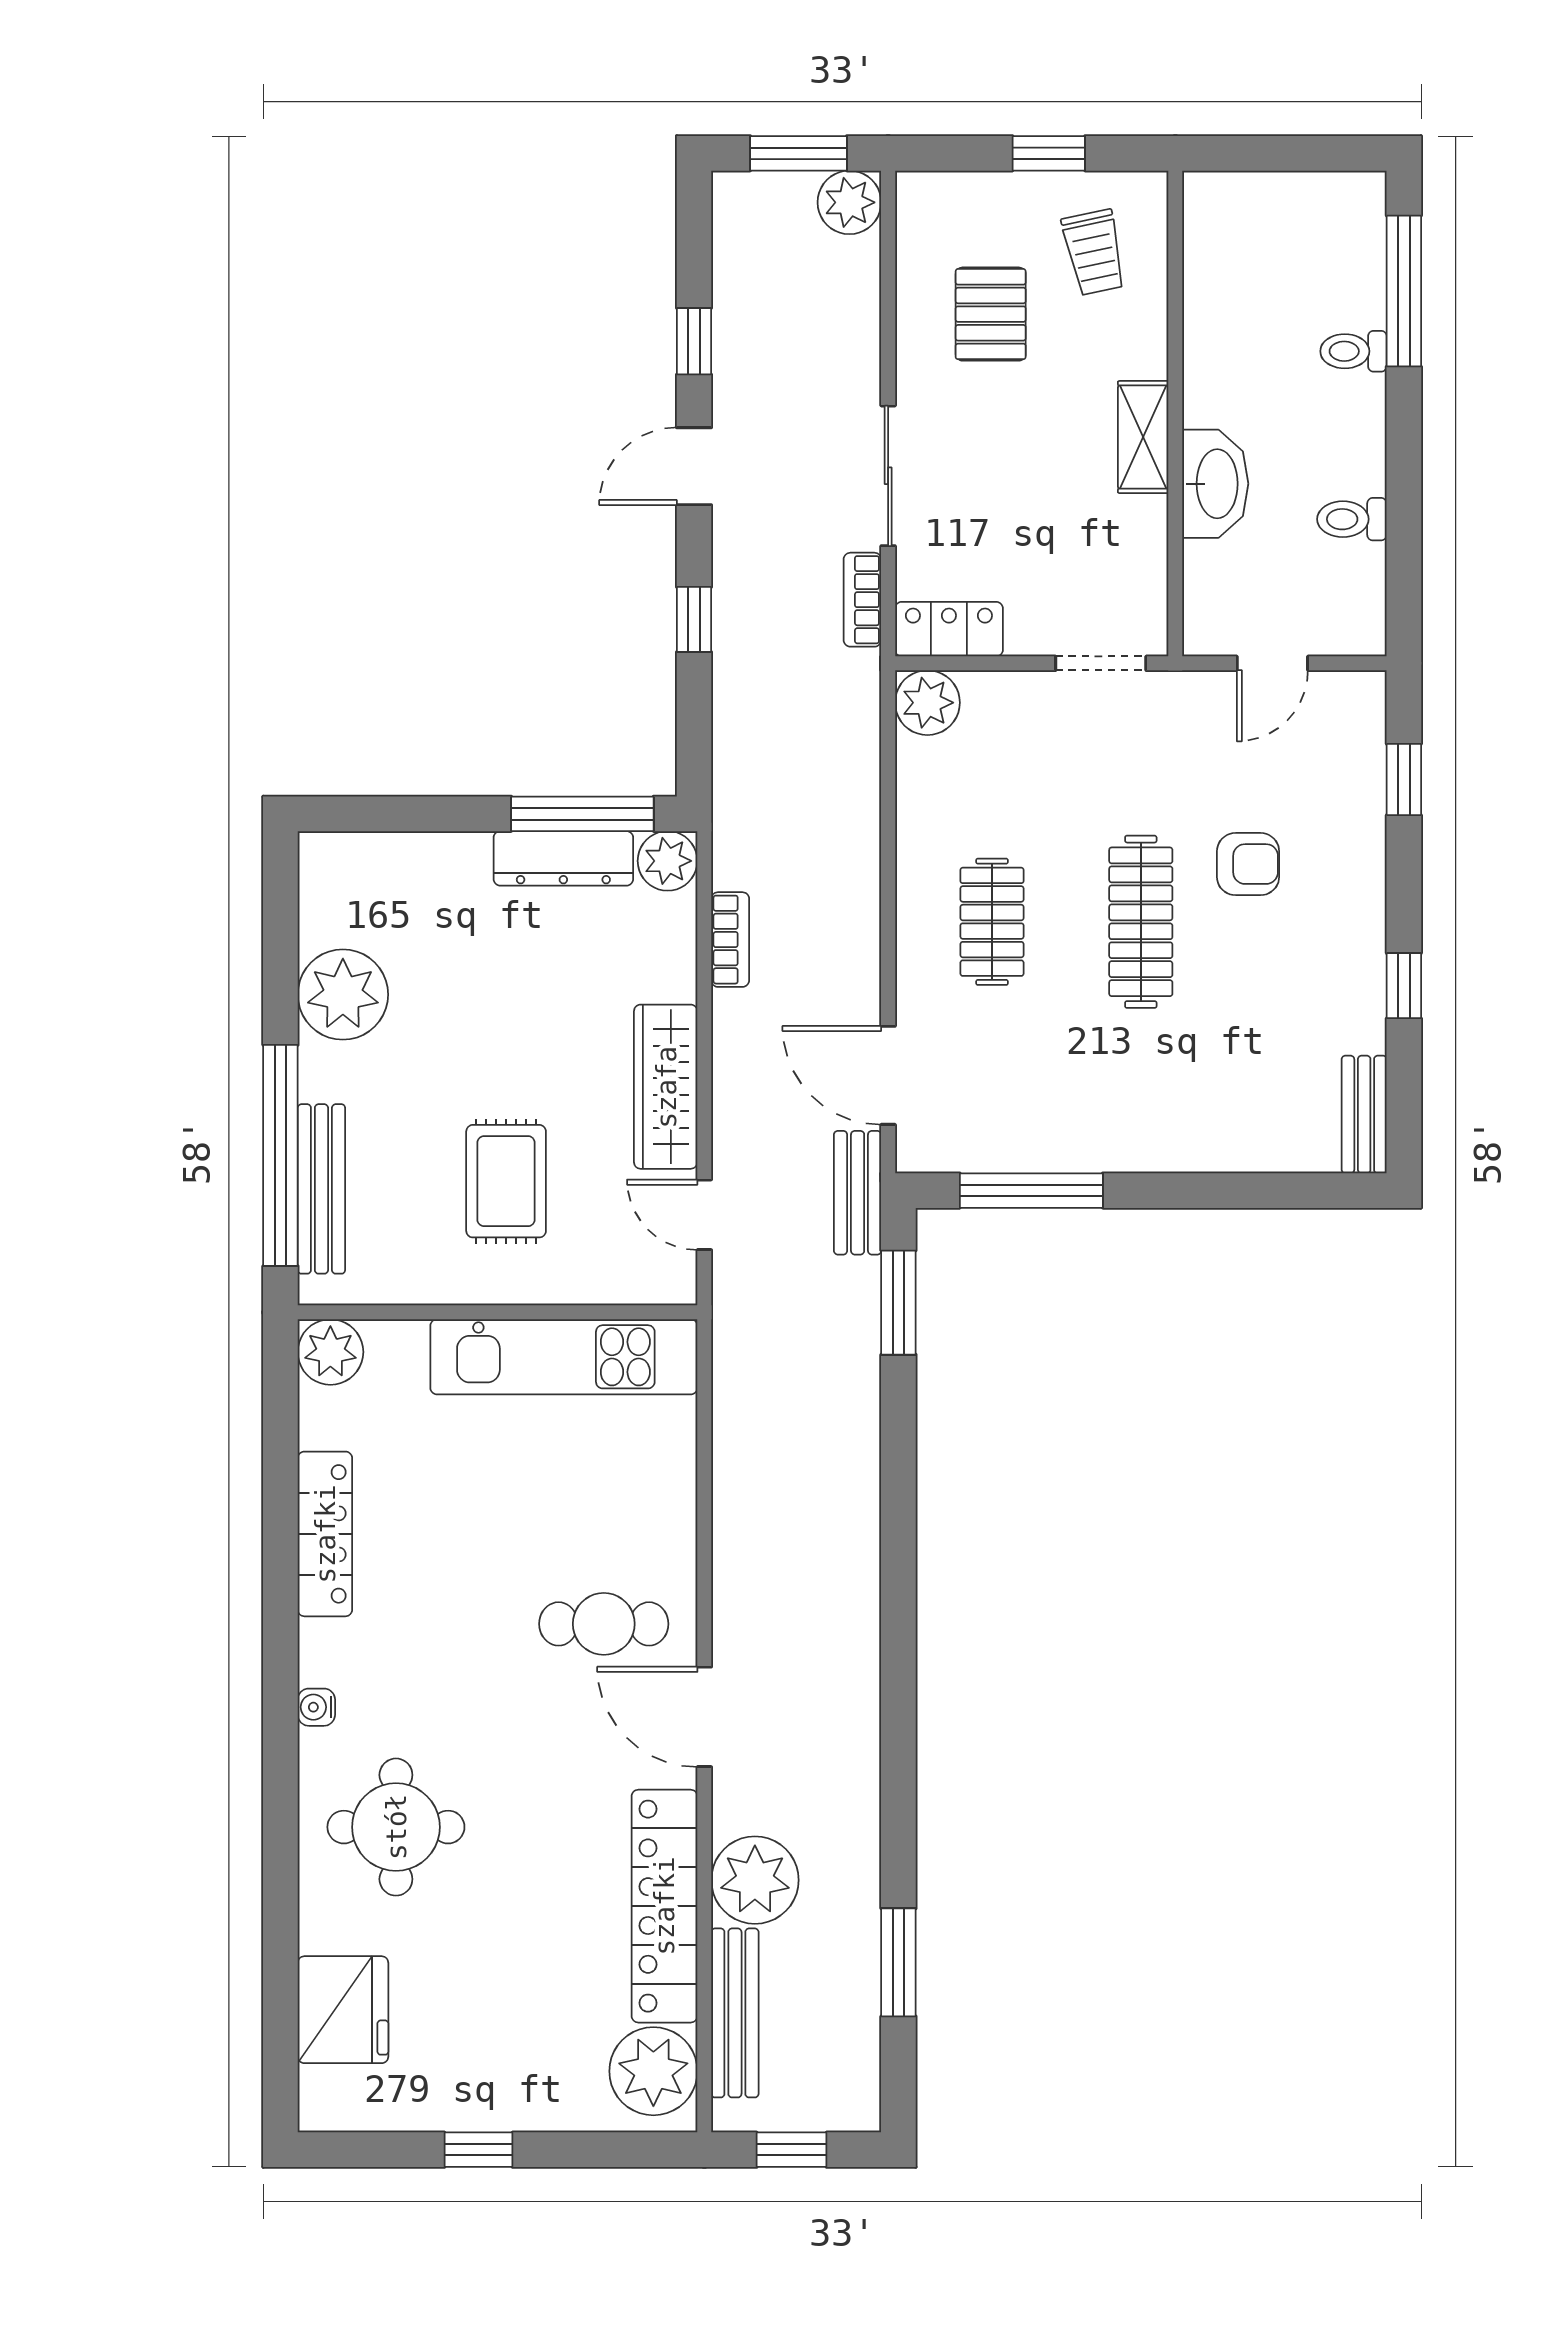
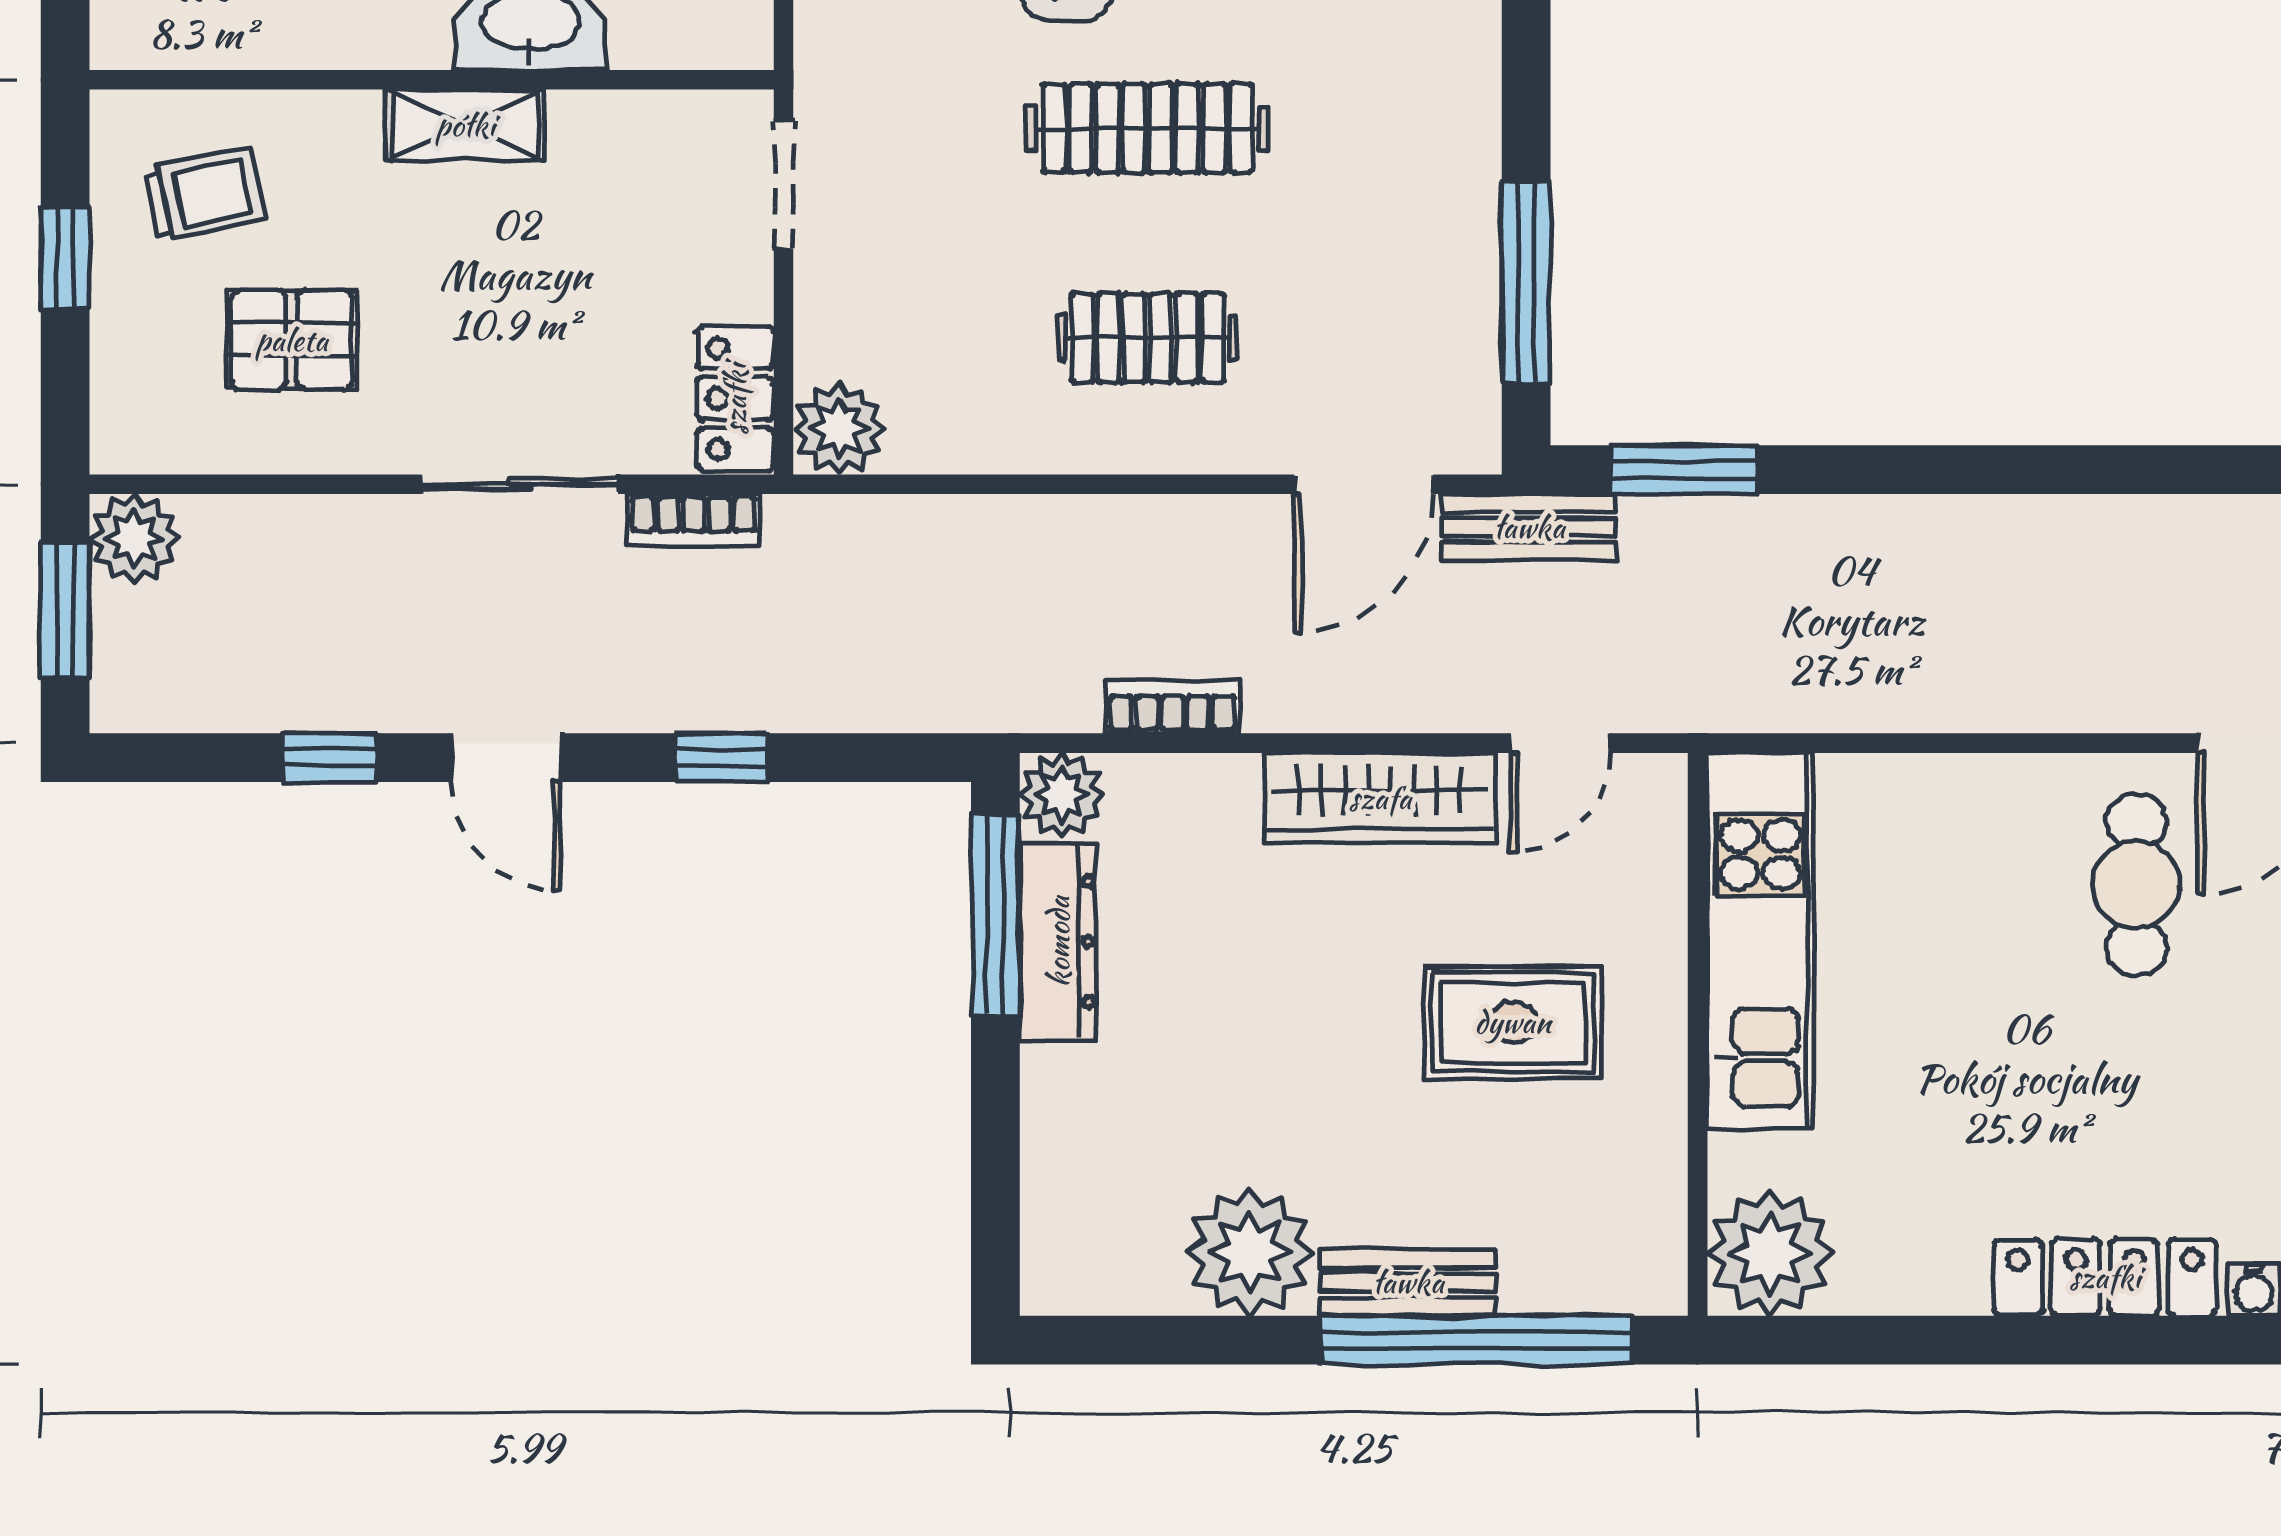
bench: (321, 1189) -> (1408, 1282), moved, width x0.73
plant: (330, 1352) -> (1770, 1253), width x1.36, depth x1.36
locker: (325, 1534) -> (2105, 1277), moved

